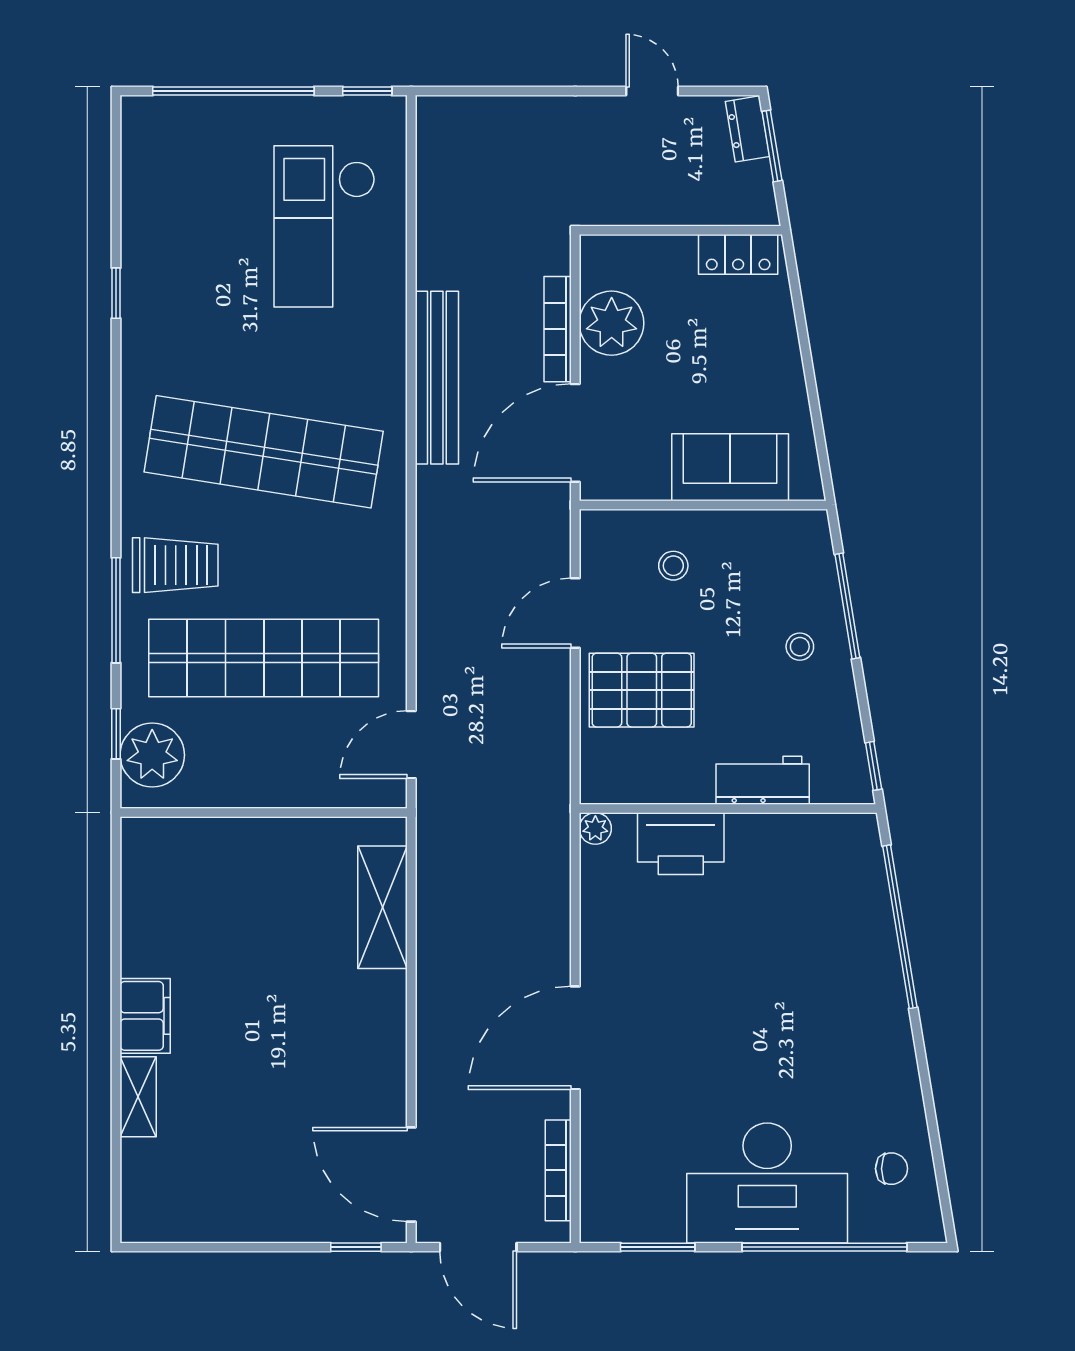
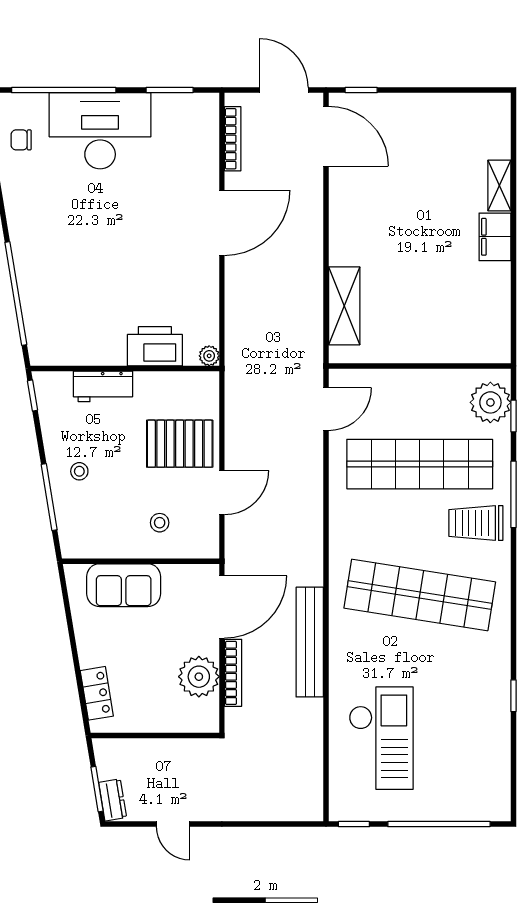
locker: (738, 254) -> (97, 693), moved, turned 81

